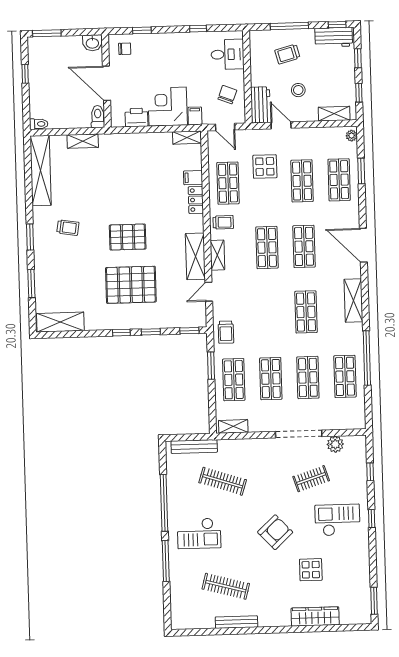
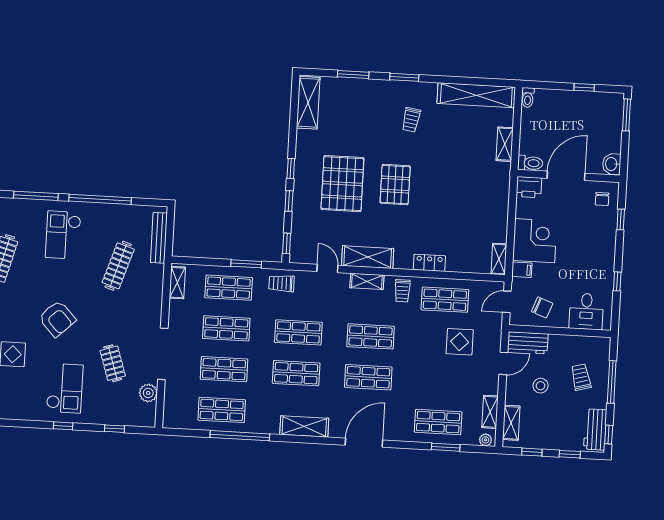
printer: (136, 117) -> (529, 187), moved, turned 90
shelving: (326, 134) -> (490, 412), added
filing cabinet: (193, 178) -> (454, 262), removed
shop shelf: (302, 181) -> (298, 332), moved

